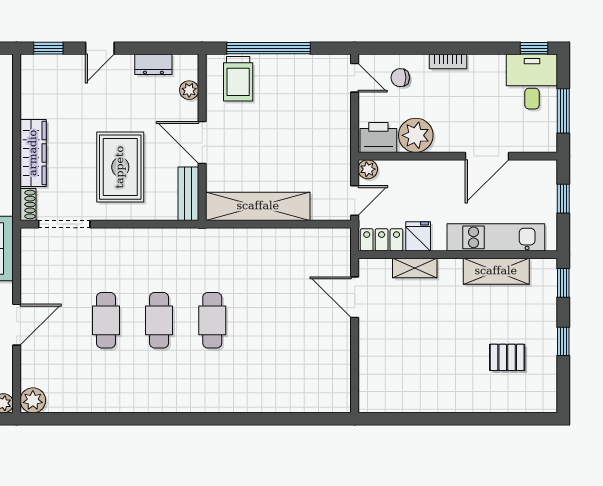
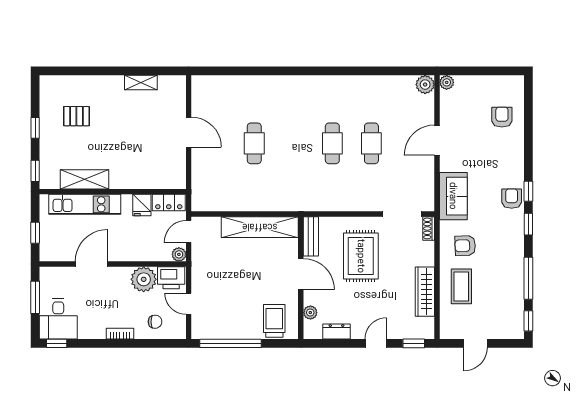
window: (268, 48) -> (231, 343), moved
door: (355, 78) -> (189, 304), moved
wardrobe: (33, 153) -> (425, 292), moved
shelving: (415, 268) -> (141, 83), moved
door: (355, 297) -> (189, 132), moved
cafe table: (212, 320) -> (254, 143), moved

